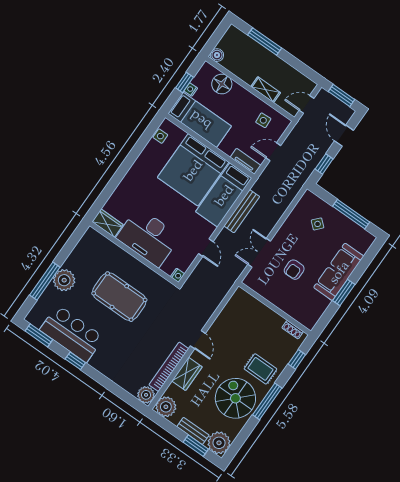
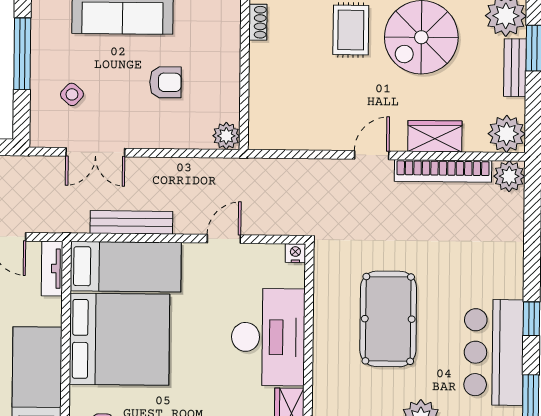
double door: (259, 253) -> (95, 152), moved
plant: (251, 280) -> (226, 136), added

